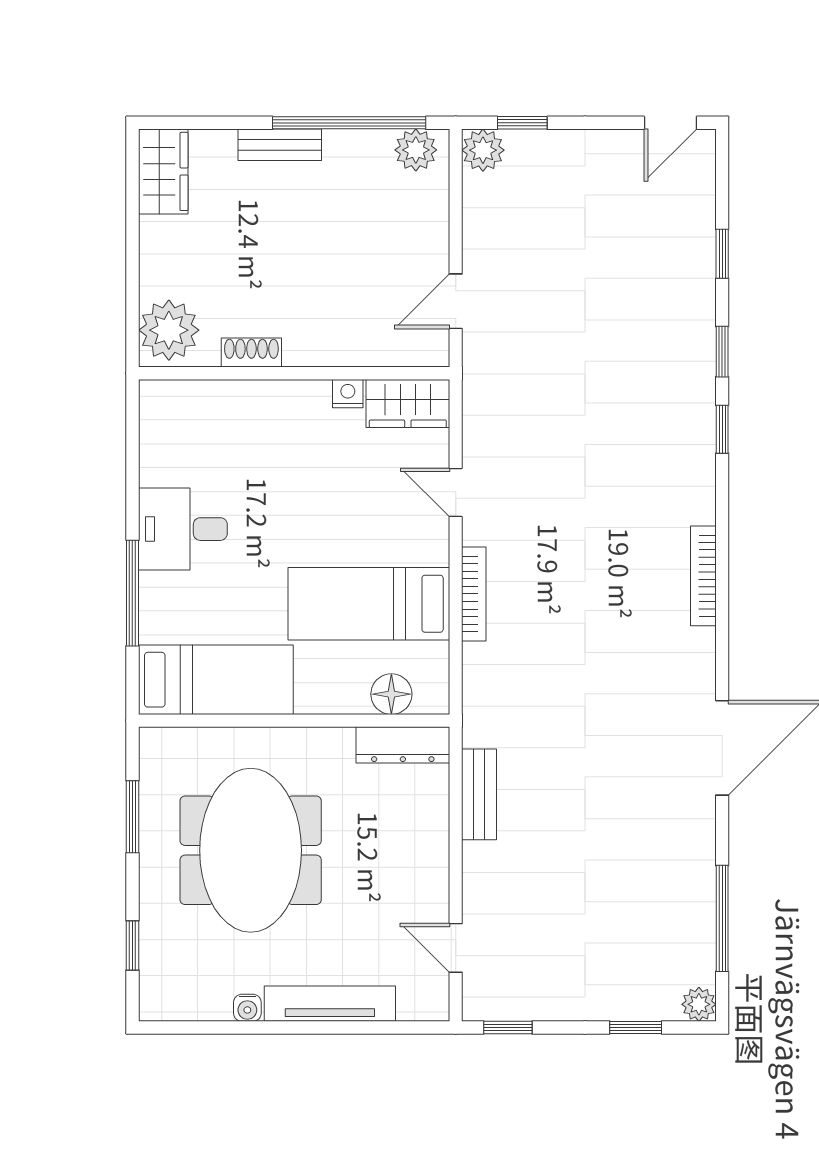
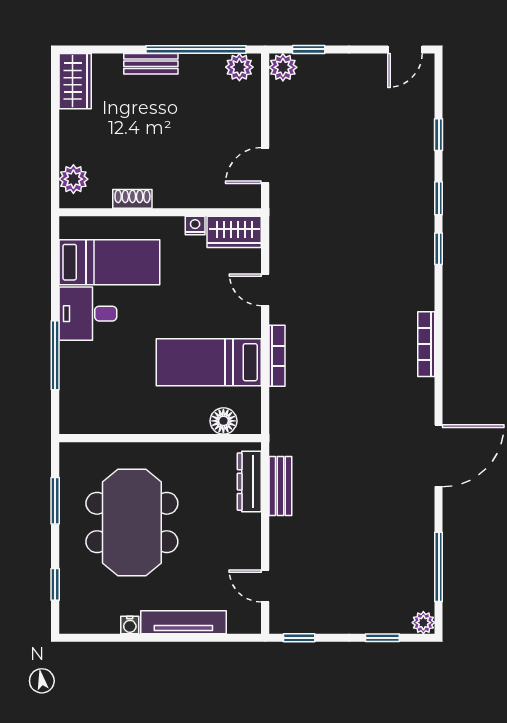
plant: (169, 330) -> (73, 179), width x0.73, depth x0.73
bed: (216, 680) -> (109, 262), moved
dresser: (403, 745) -> (249, 482), moved, turned 90

